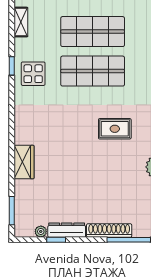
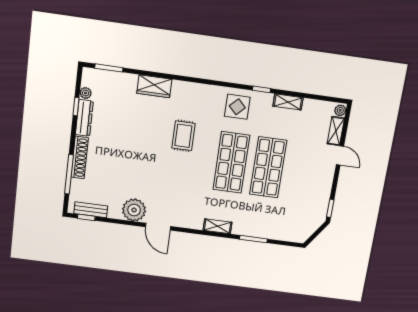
window: (12, 66) -> (262, 89), moved
rug: (115, 129) -> (183, 136), moved

